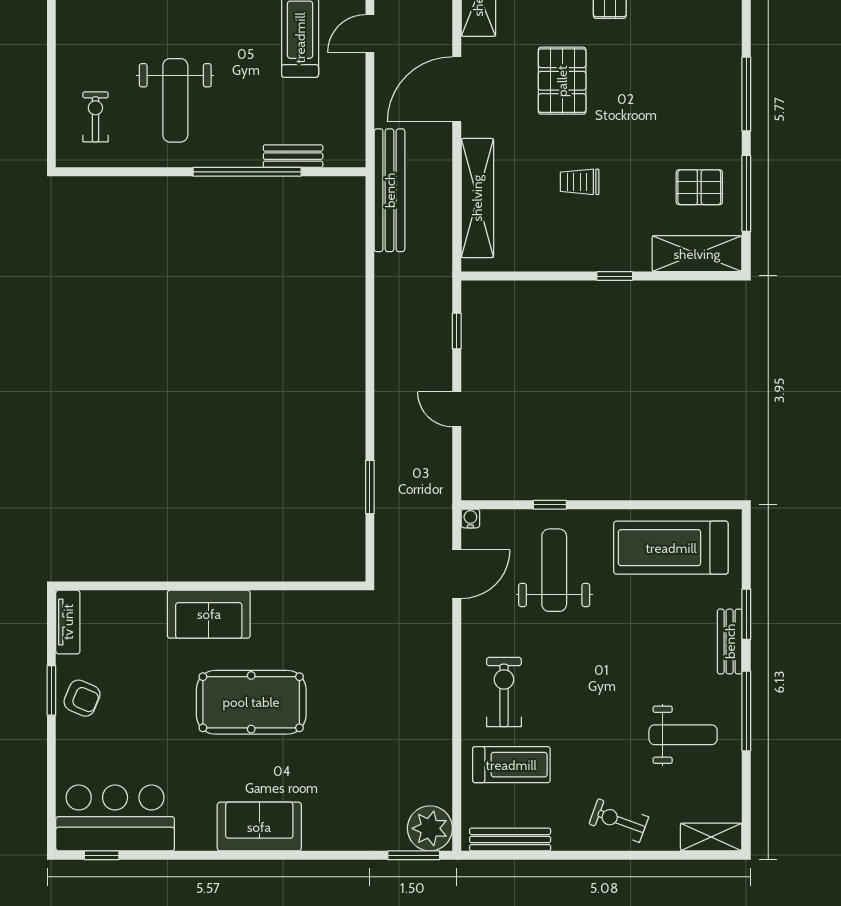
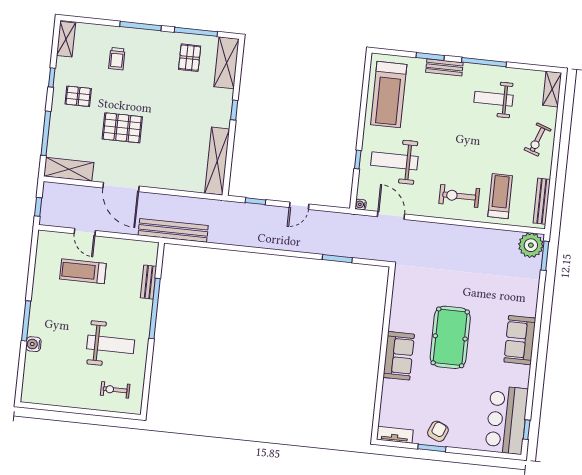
trolley: (580, 182) -> (117, 59), moved
shelving: (477, 198) -> (217, 161), moved, turned 90
weight bench: (683, 735) -> (494, 99), turned -90

